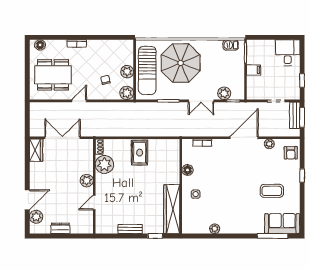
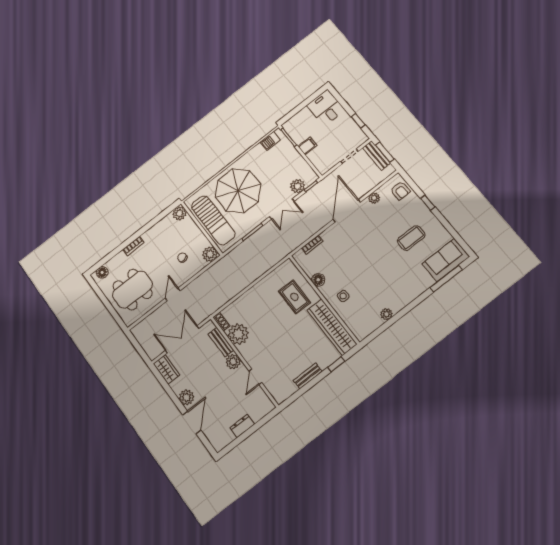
plant: (127, 72) -> (179, 213), moved
rug: (140, 153) -> (294, 297), moved
bench: (88, 161) -> (221, 342), added
plant: (36, 217) -> (186, 397), moved

